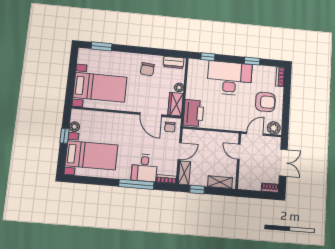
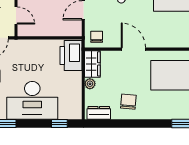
door: (151, 115) -> (133, 49), moved

